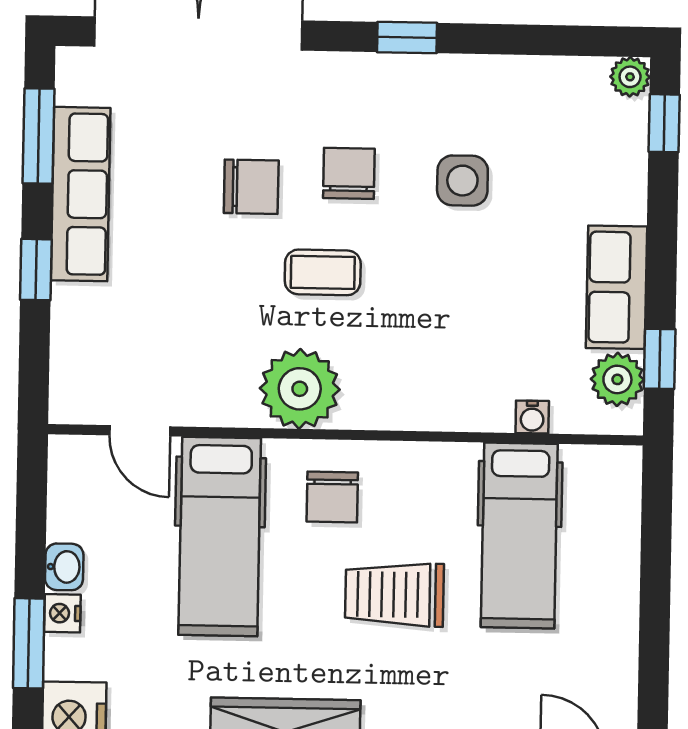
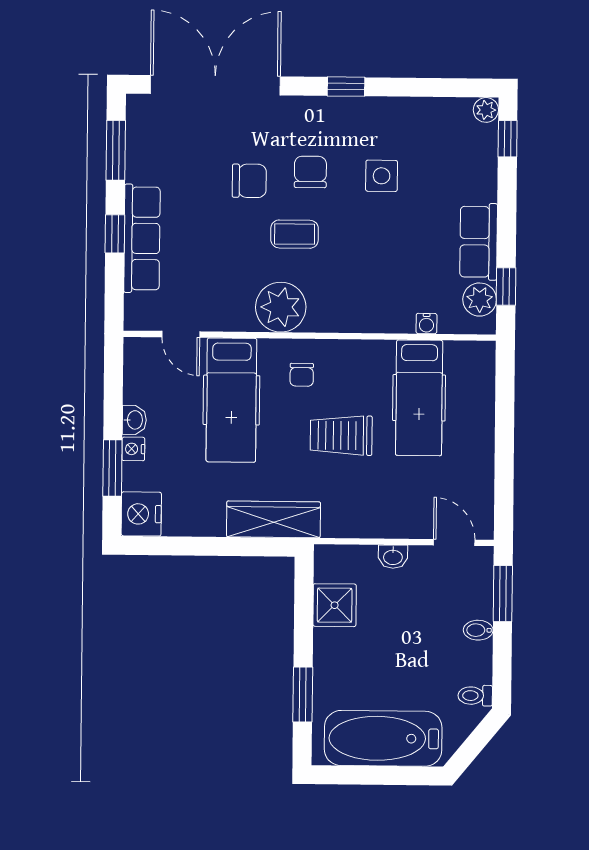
row of seats: (81, 194) -> (142, 238), moved
chair: (332, 497) -> (302, 375), width x0.73, depth x0.73

